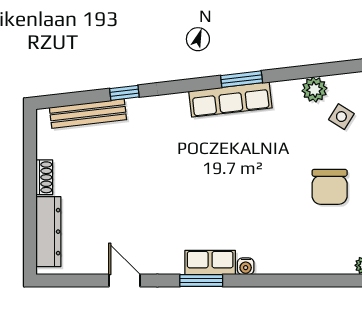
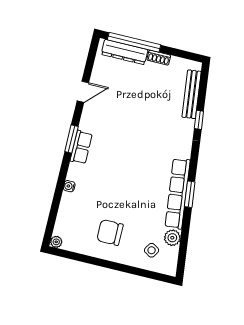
row of seats: (230, 100) -> (178, 194), width x1.36
window: (30, 221) -> (134, 42), added
water cooler: (246, 266) -> (69, 186), moved

